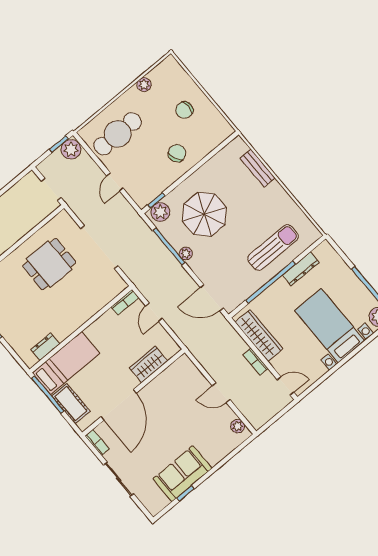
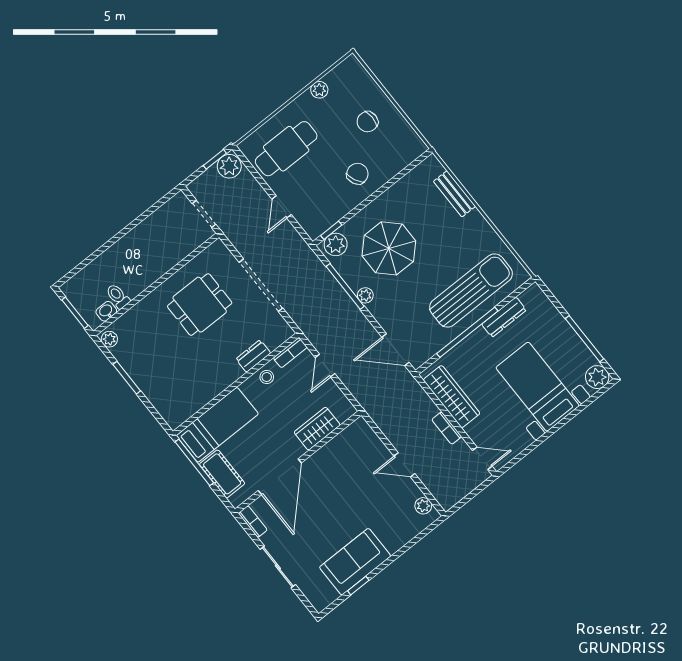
sun lounger: (273, 248) -> (471, 291), width x1.36, depth x1.34
stool: (106, 323) -> (267, 377), added
dresser: (45, 347) -> (253, 356), moved

